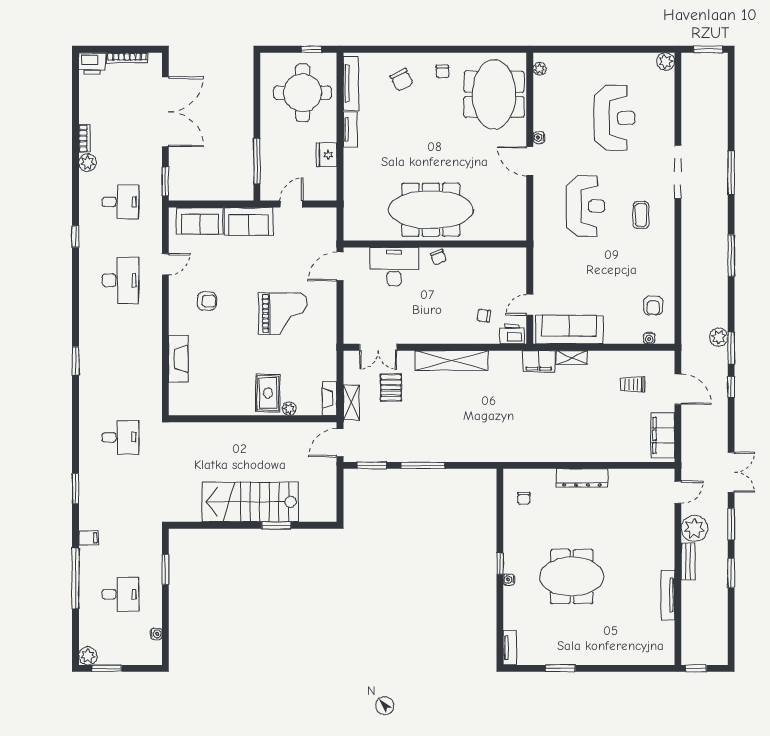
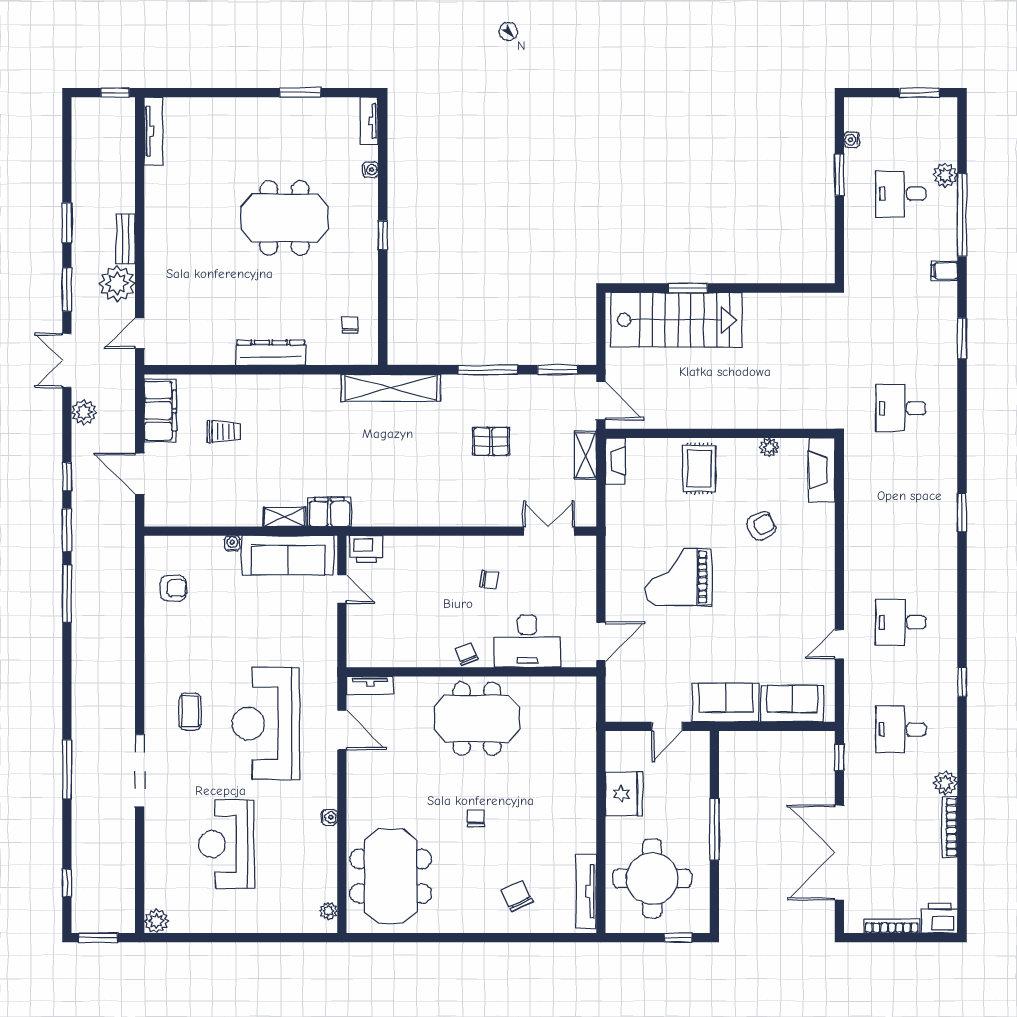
window: (311, 49) -> (678, 938), moved
chair: (442, 72) -> (476, 818), moved
window: (731, 89) -> (67, 883), added
tv unit: (350, 129) -> (370, 686), moved, turned -90
bookcase: (84, 138) -> (950, 827), width x1.56
fridge: (327, 155) -> (624, 794), width x1.36, depth x1.34
window: (257, 161) -> (714, 829), moved
door: (530, 161) -> (342, 730), moved
window: (165, 181) -> (839, 757), width x0.67
reception desk: (586, 206) -> (266, 724), width x1.36, depth x1.30
meeting table: (431, 210) -> (477, 719), width x0.73
window: (731, 255) -> (67, 594), moved
desk: (120, 280) -> (901, 622), width x0.73
armchair: (207, 301) -> (761, 526), moved, turned 153
door: (530, 305) -> (342, 589), hinge flipped
armchair: (653, 305) -> (173, 588), turned 90
chair: (484, 316) -> (489, 580), moved
plant: (719, 337) -> (84, 412), moved
water cooler: (649, 338) -> (232, 543), moved
fireplace: (178, 359) -> (822, 470), moved
shelving: (452, 360) -> (391, 388), moved
trolley: (633, 384) -> (224, 432), moved
pallet: (391, 388) -> (491, 442), moved, turned 90
plant: (289, 409) -> (769, 447), moved
door: (340, 443) -> (601, 401), hinge flipped
stairs: (250, 502) -> (676, 320), moved
window: (165, 570) -> (839, 175), moved
water cooler: (509, 580) -> (370, 170), moved
tv unit: (668, 595) -> (153, 131), moved
plant: (88, 656) -> (945, 175), moved

